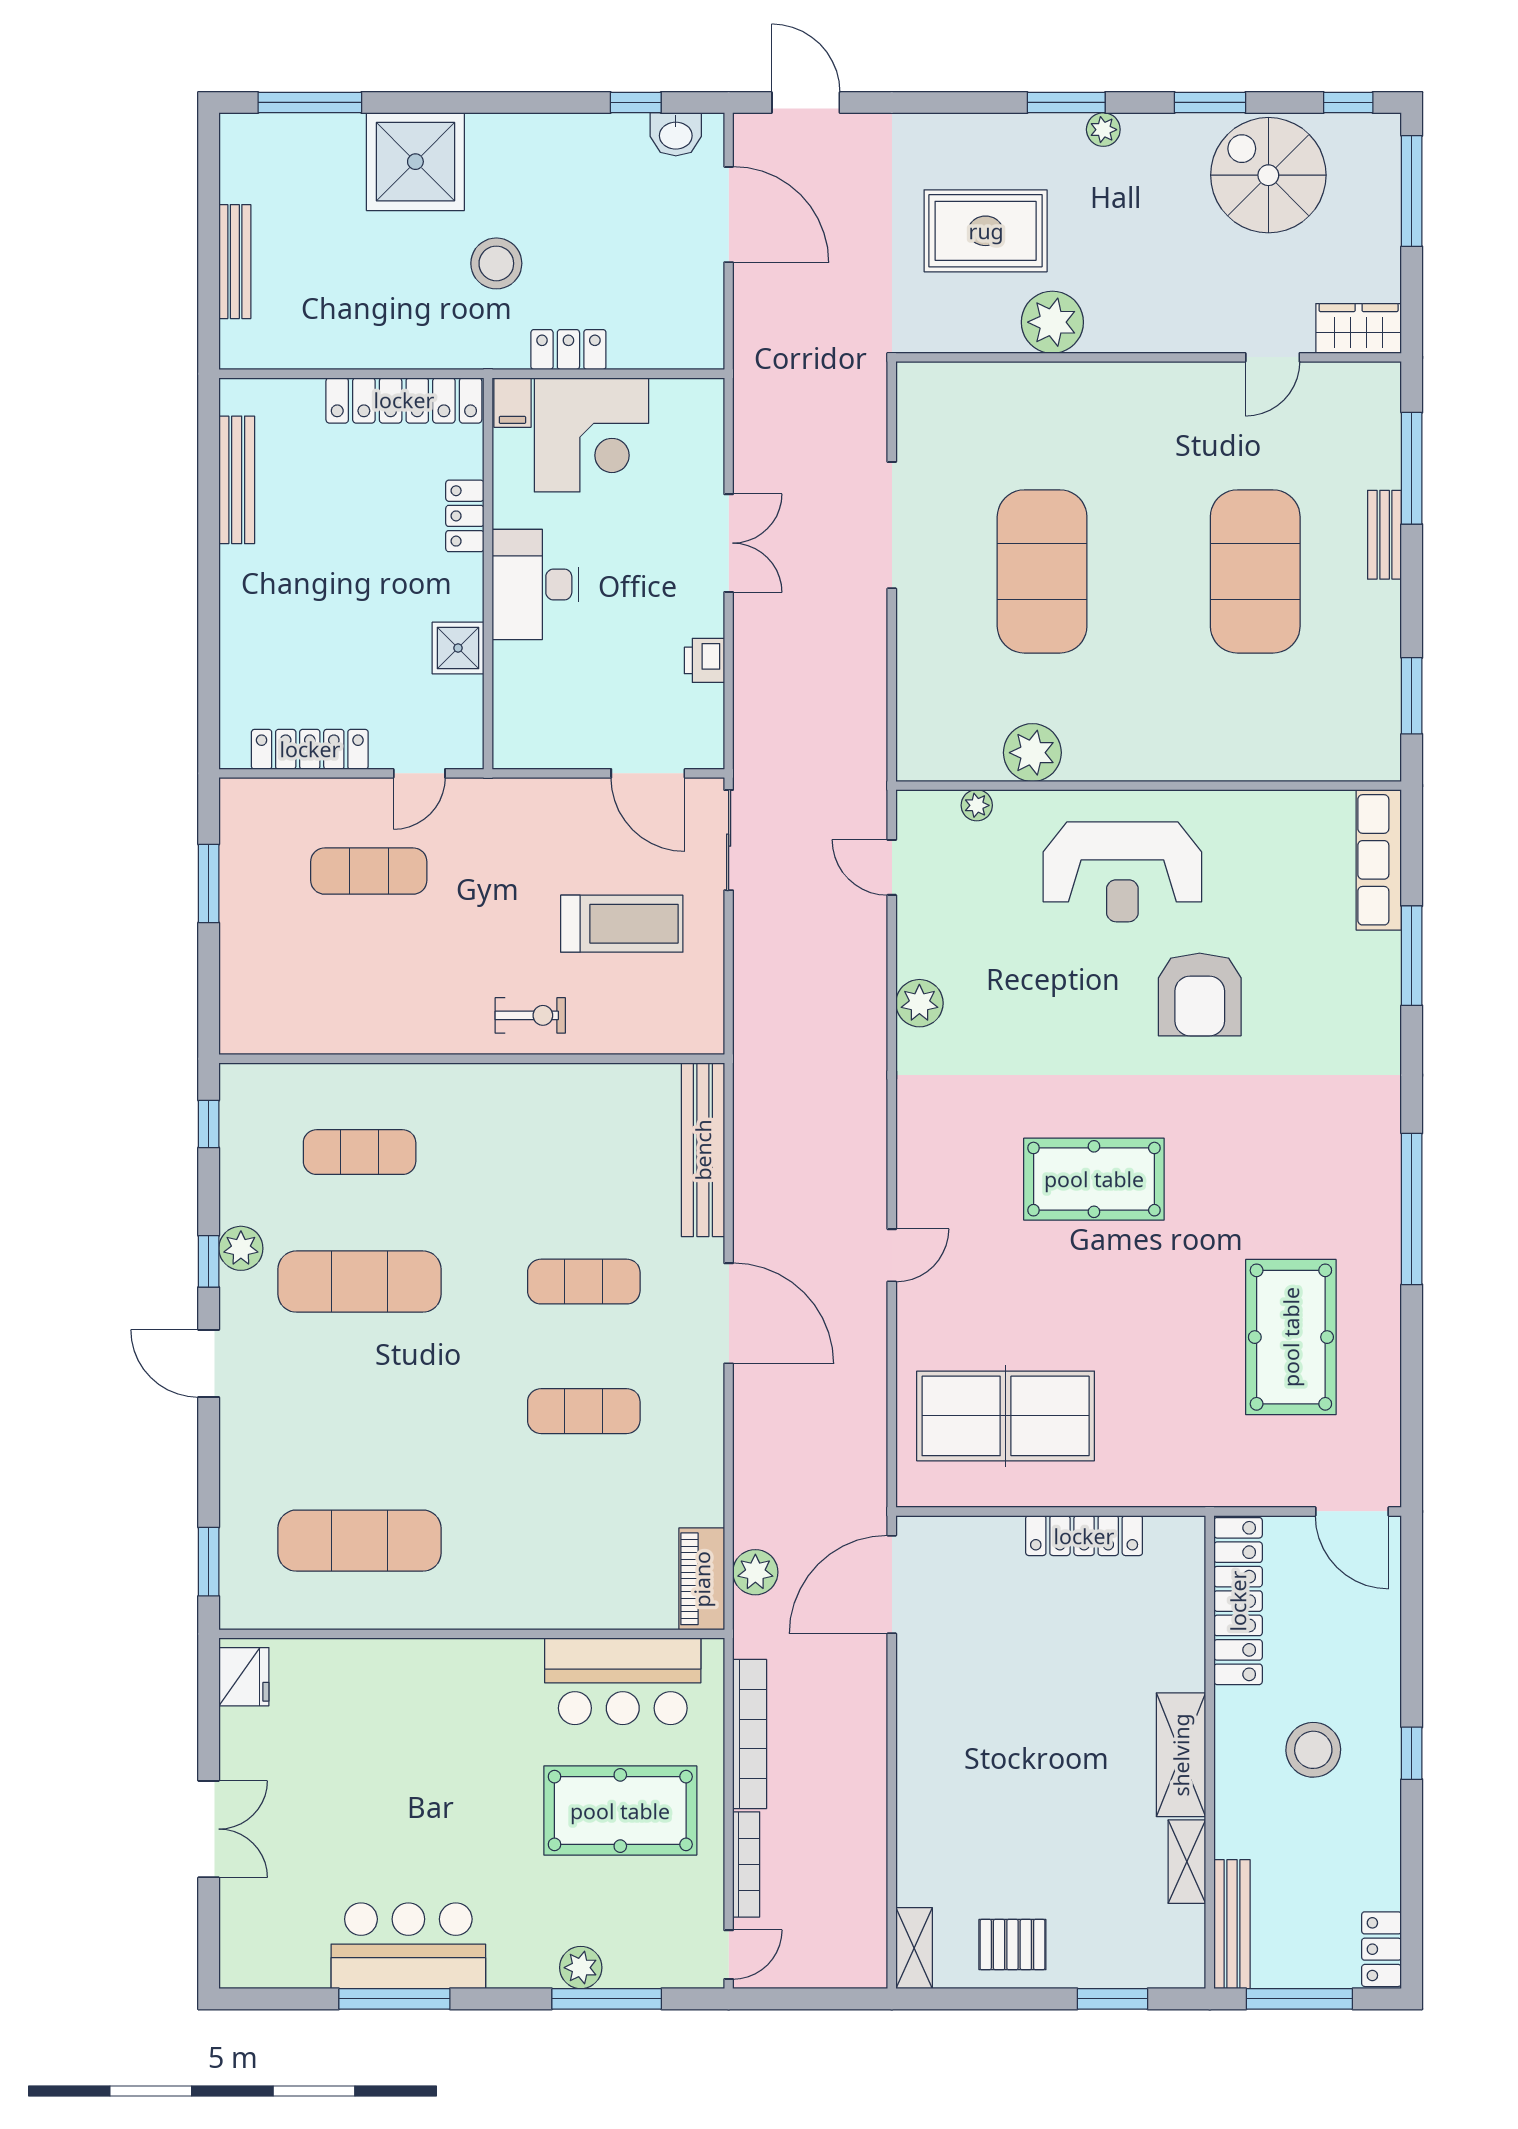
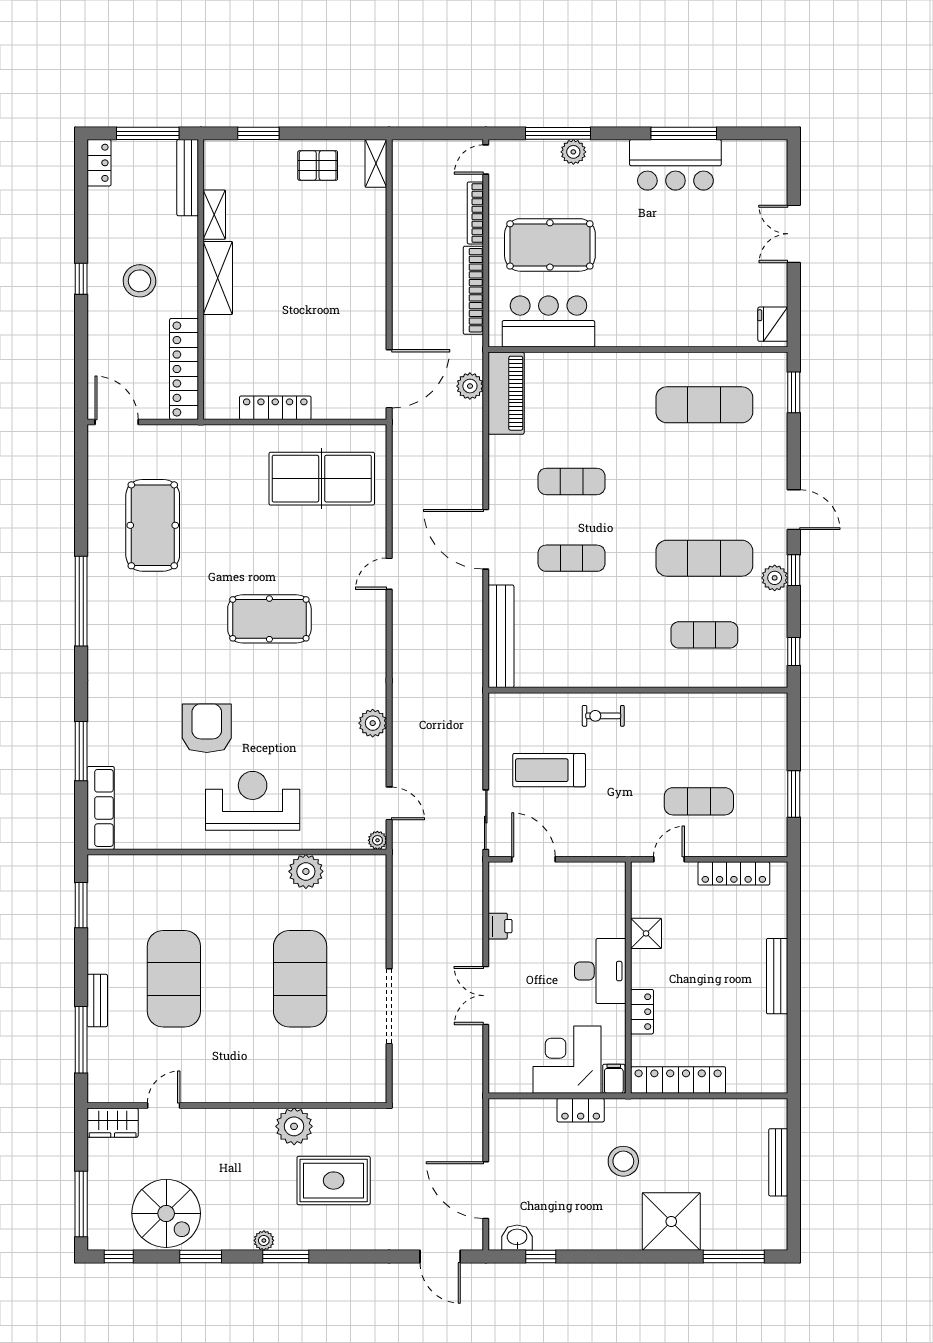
bench: (237, 480) -> (777, 976), moved
plant: (977, 805) -> (377, 840), moved
piano: (702, 1579) -> (506, 393), width x1.37, depth x1.33

